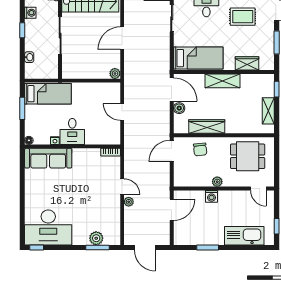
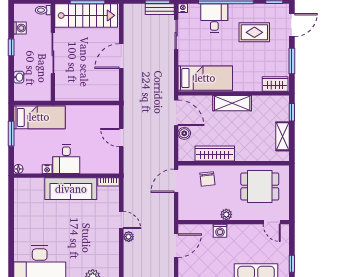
wardrobe: (247, 63) -> (275, 84), moved
plant: (115, 73) -> (113, 95), removed
sofa: (48, 158) -> (71, 189), moved

